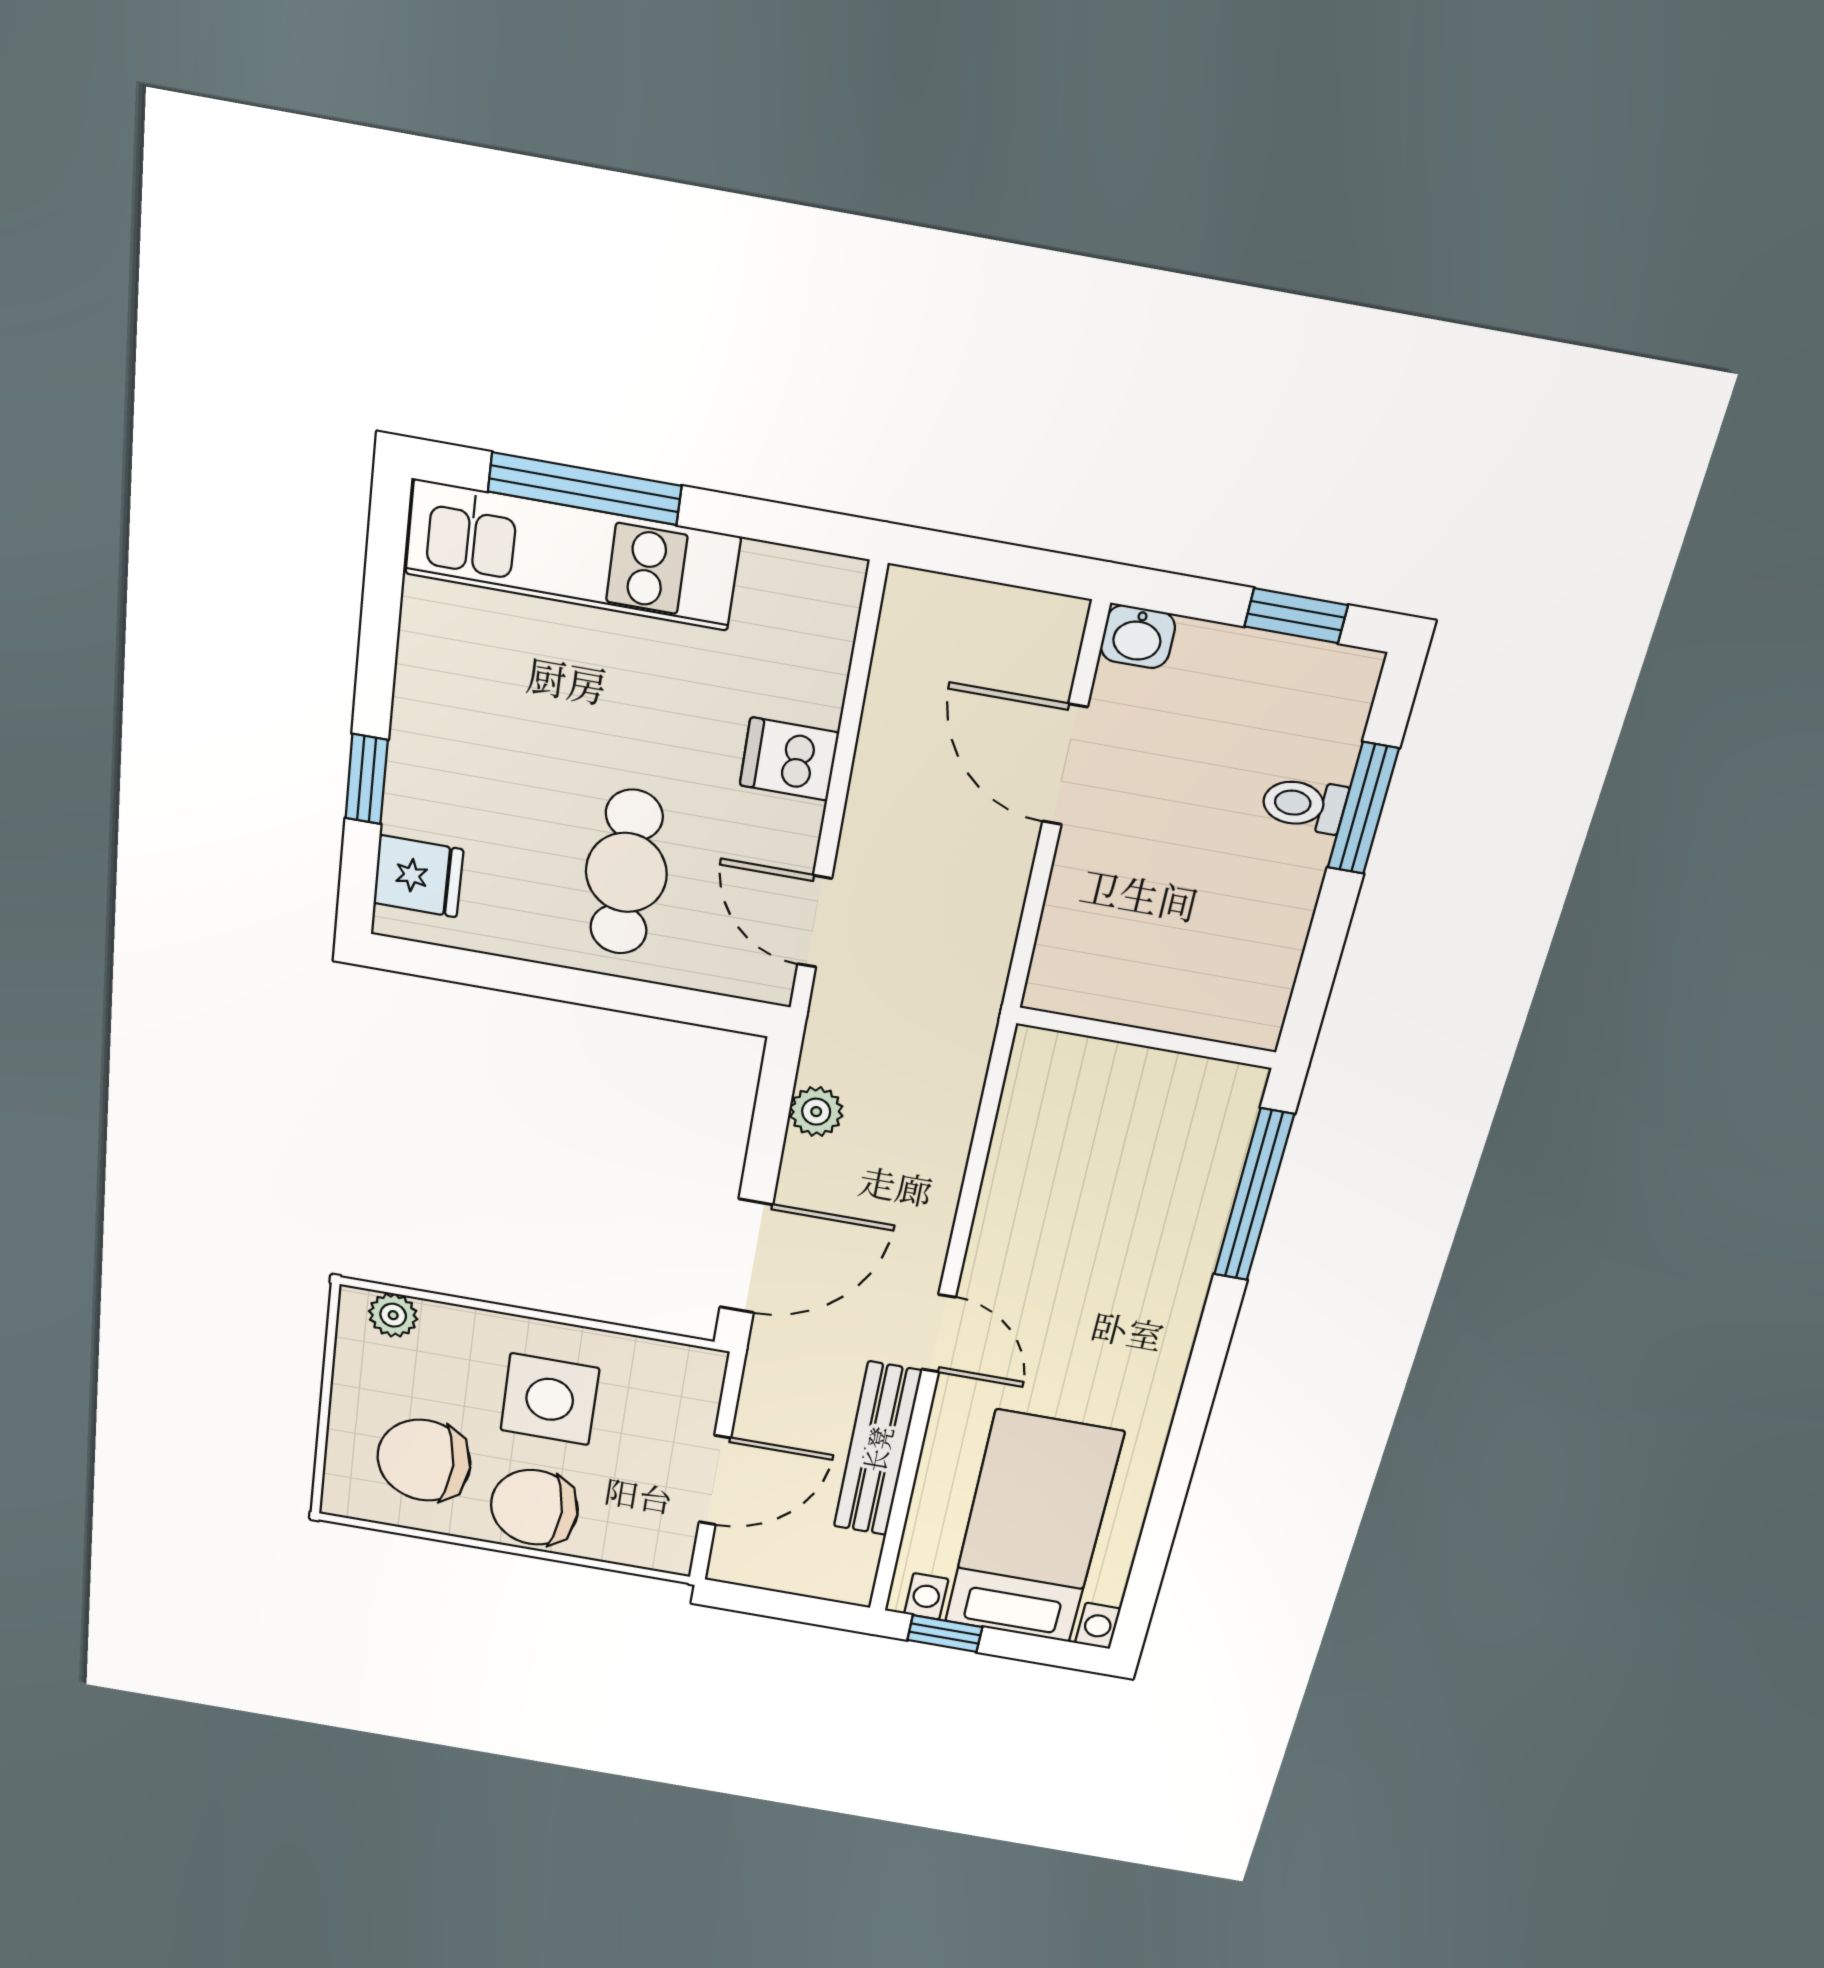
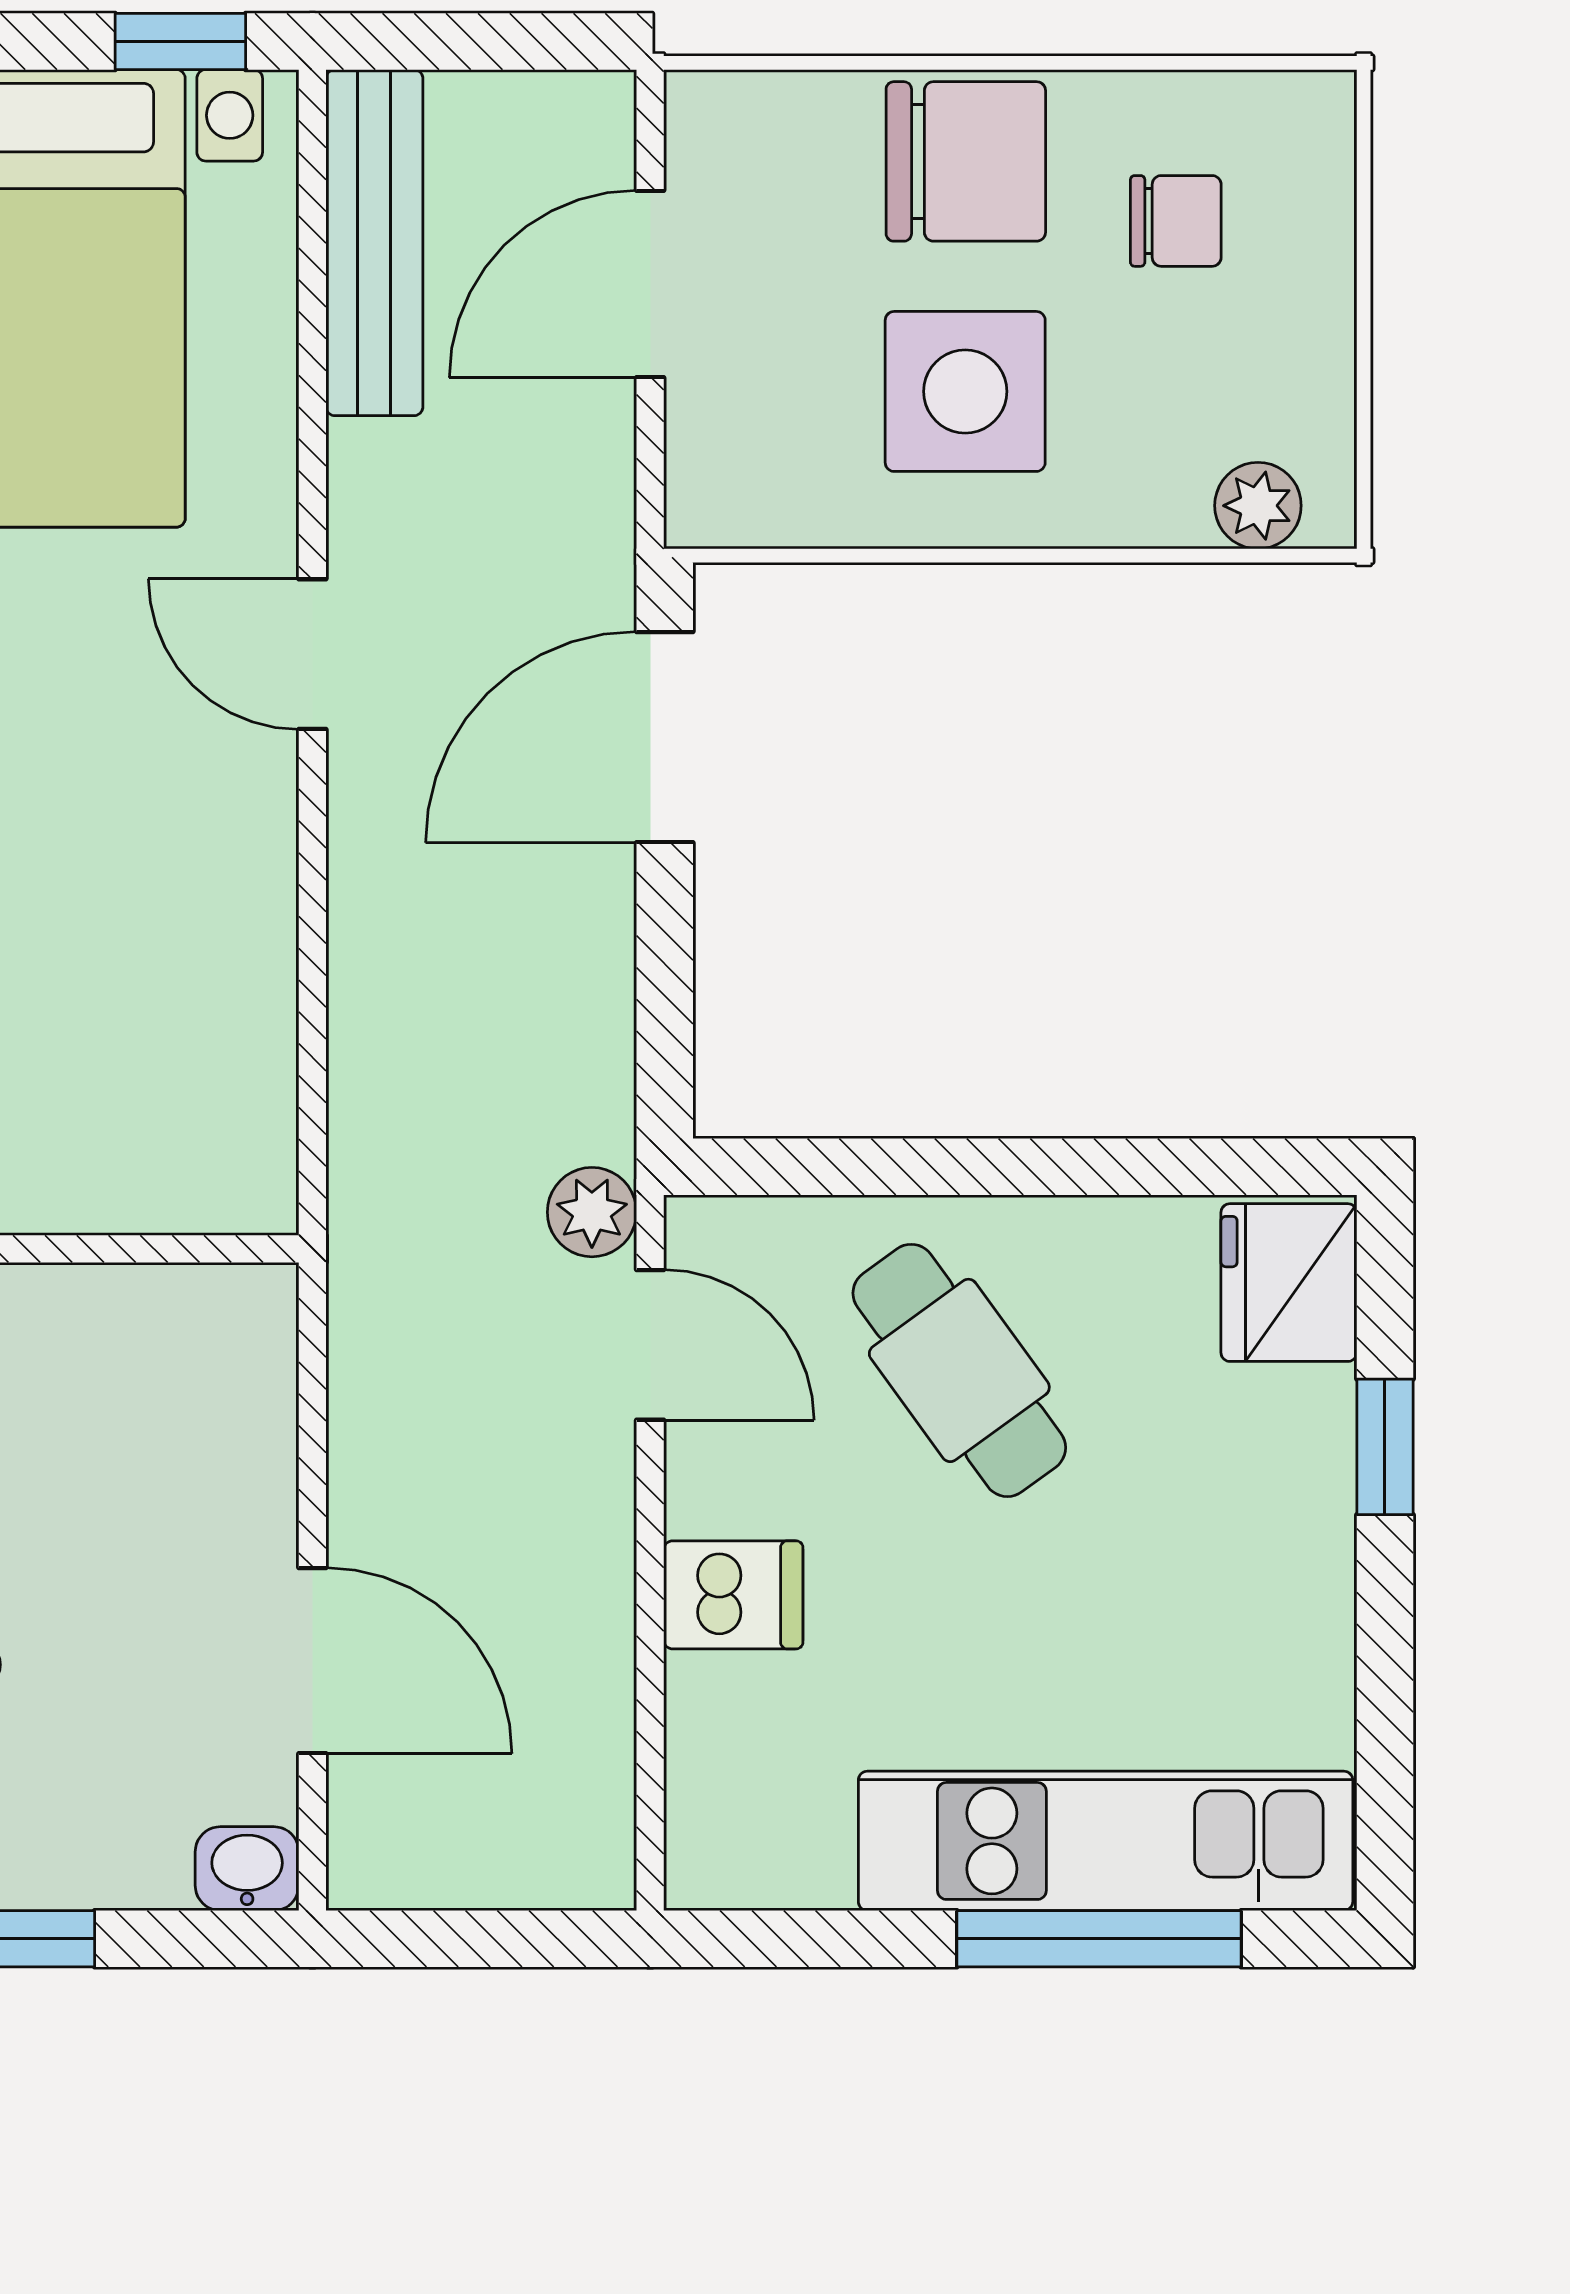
cafe table: (626, 873) -> (959, 1370), turned -36
fridge: (418, 876) -> (1289, 1283), width x1.38
plant: (816, 1112) -> (592, 1212), moved
bench: (877, 1449) -> (374, 243), moved
chair: (424, 1460) -> (1176, 221), width x0.54, depth x0.54

